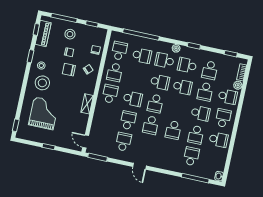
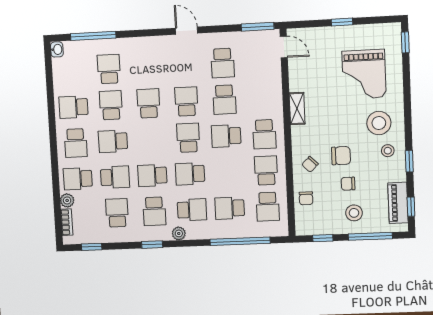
school desk: (187, 65) -> (154, 211), turned 90
school desk: (205, 92) -> (115, 177), turned 90
school desk: (191, 156) -> (109, 69), turned 180

